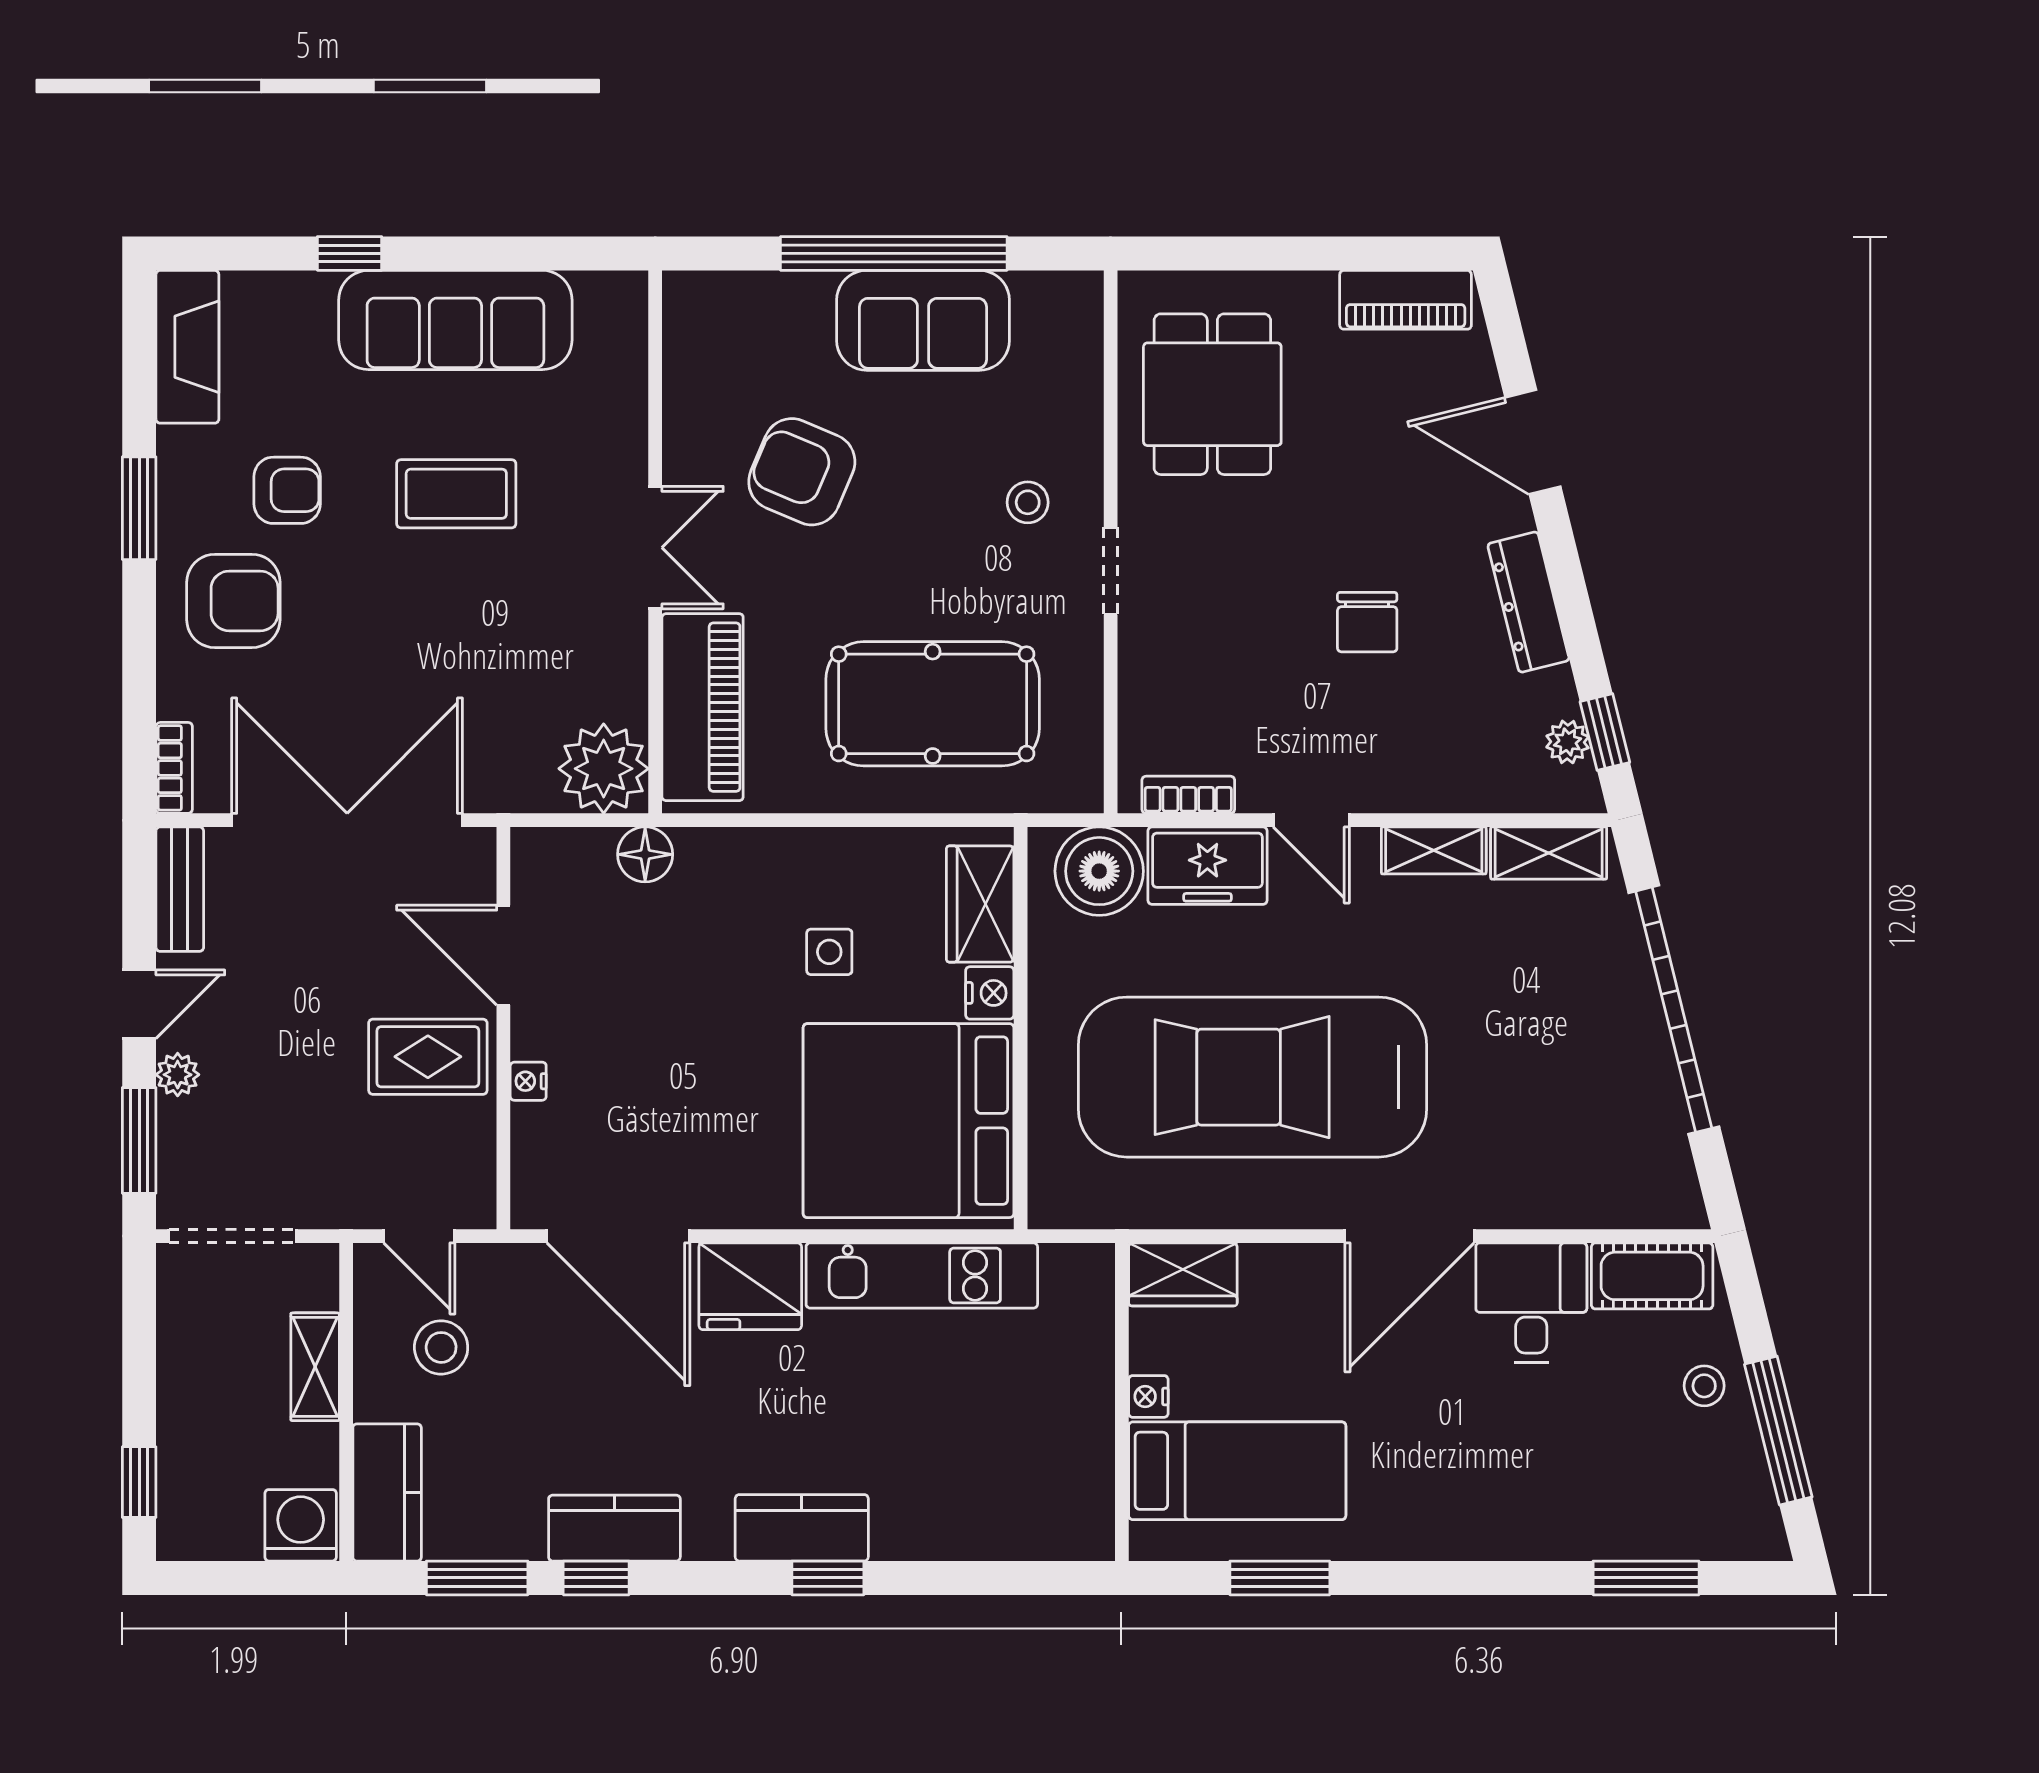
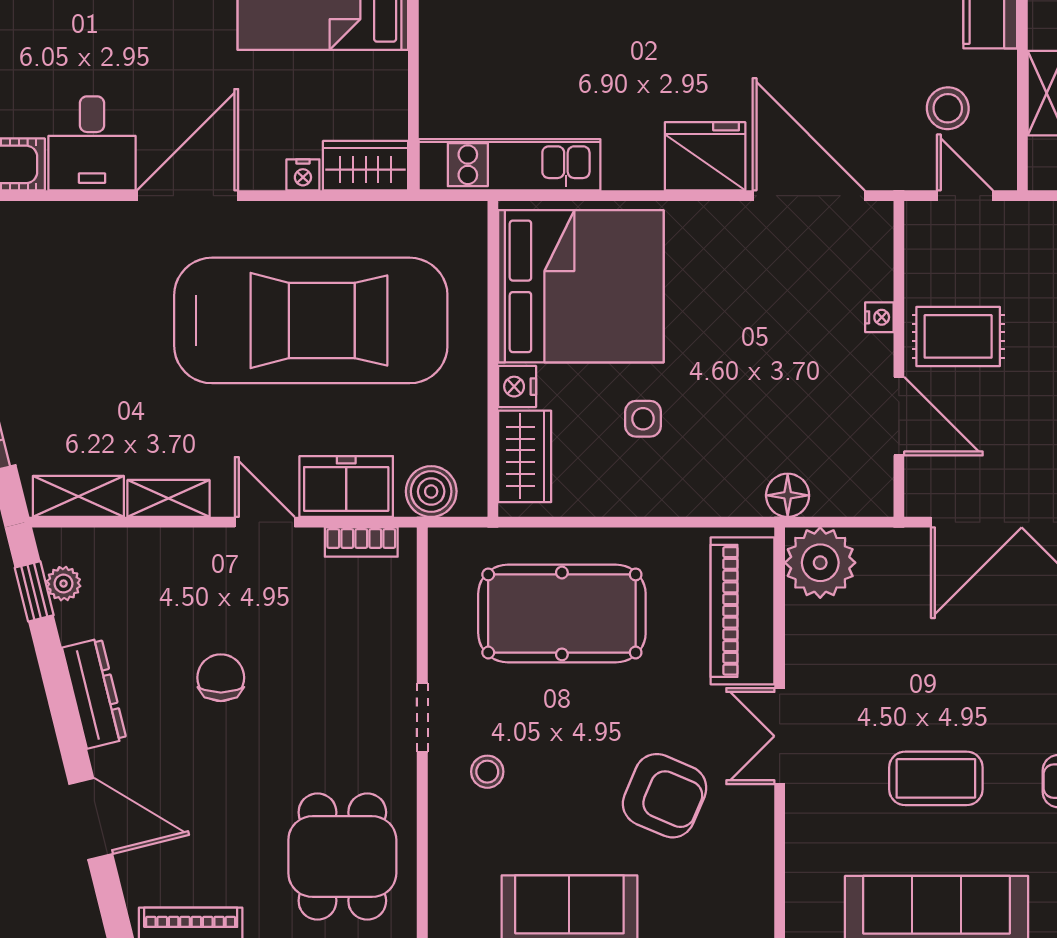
boiler: (1099, 871) -> (431, 491), width x0.73, depth x0.73
kitchen unit: (922, 1275) -> (510, 165), moved
nightstand: (1148, 1396) -> (303, 175), moved, turned 90

